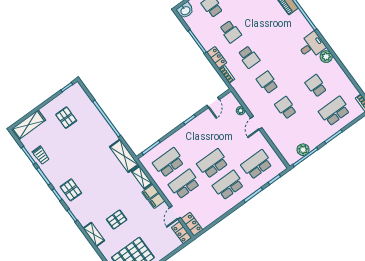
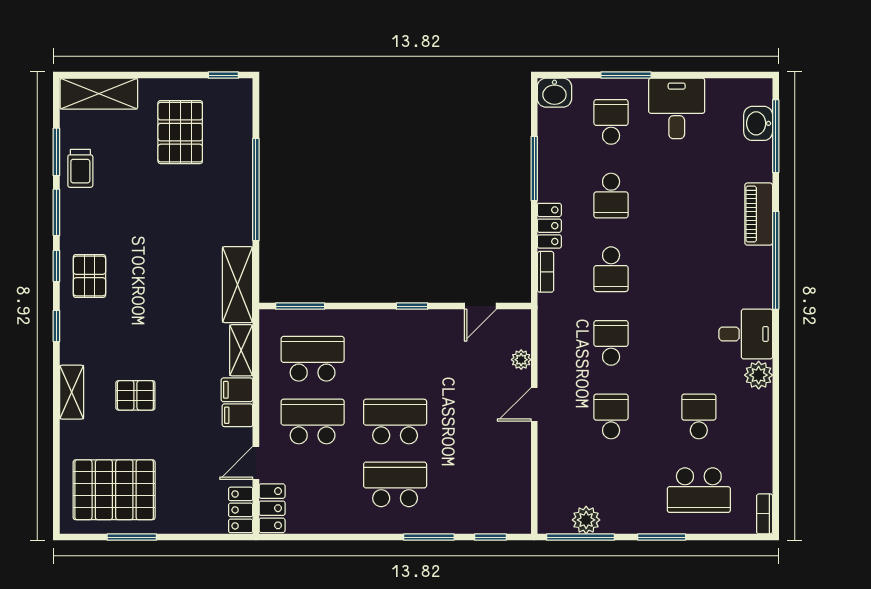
school desk: (334, 111) -> (699, 490), turned 180
pallet: (66, 118) -> (180, 132), width x1.50, depth x1.42
school desk: (257, 165) -> (477, 484), removed

